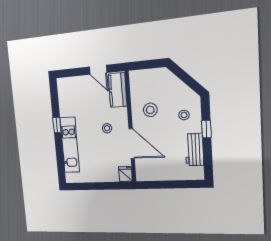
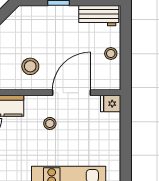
stool: (184, 115) -> (111, 53), moved
workbench: (194, 150) -> (99, 16), moved

